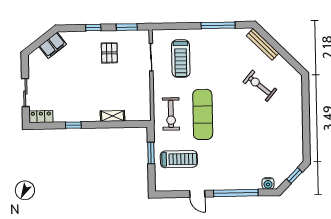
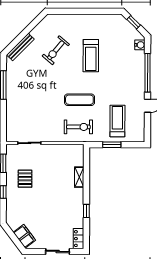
filing cabinet: (53, 45) -> (24, 236), moved
pallet: (109, 53) -> (25, 179), turned 90
treadmill: (181, 59) -> (91, 56), moved, turned 90
exercise mat: (203, 114) -> (79, 100), width x0.73, depth x0.69

